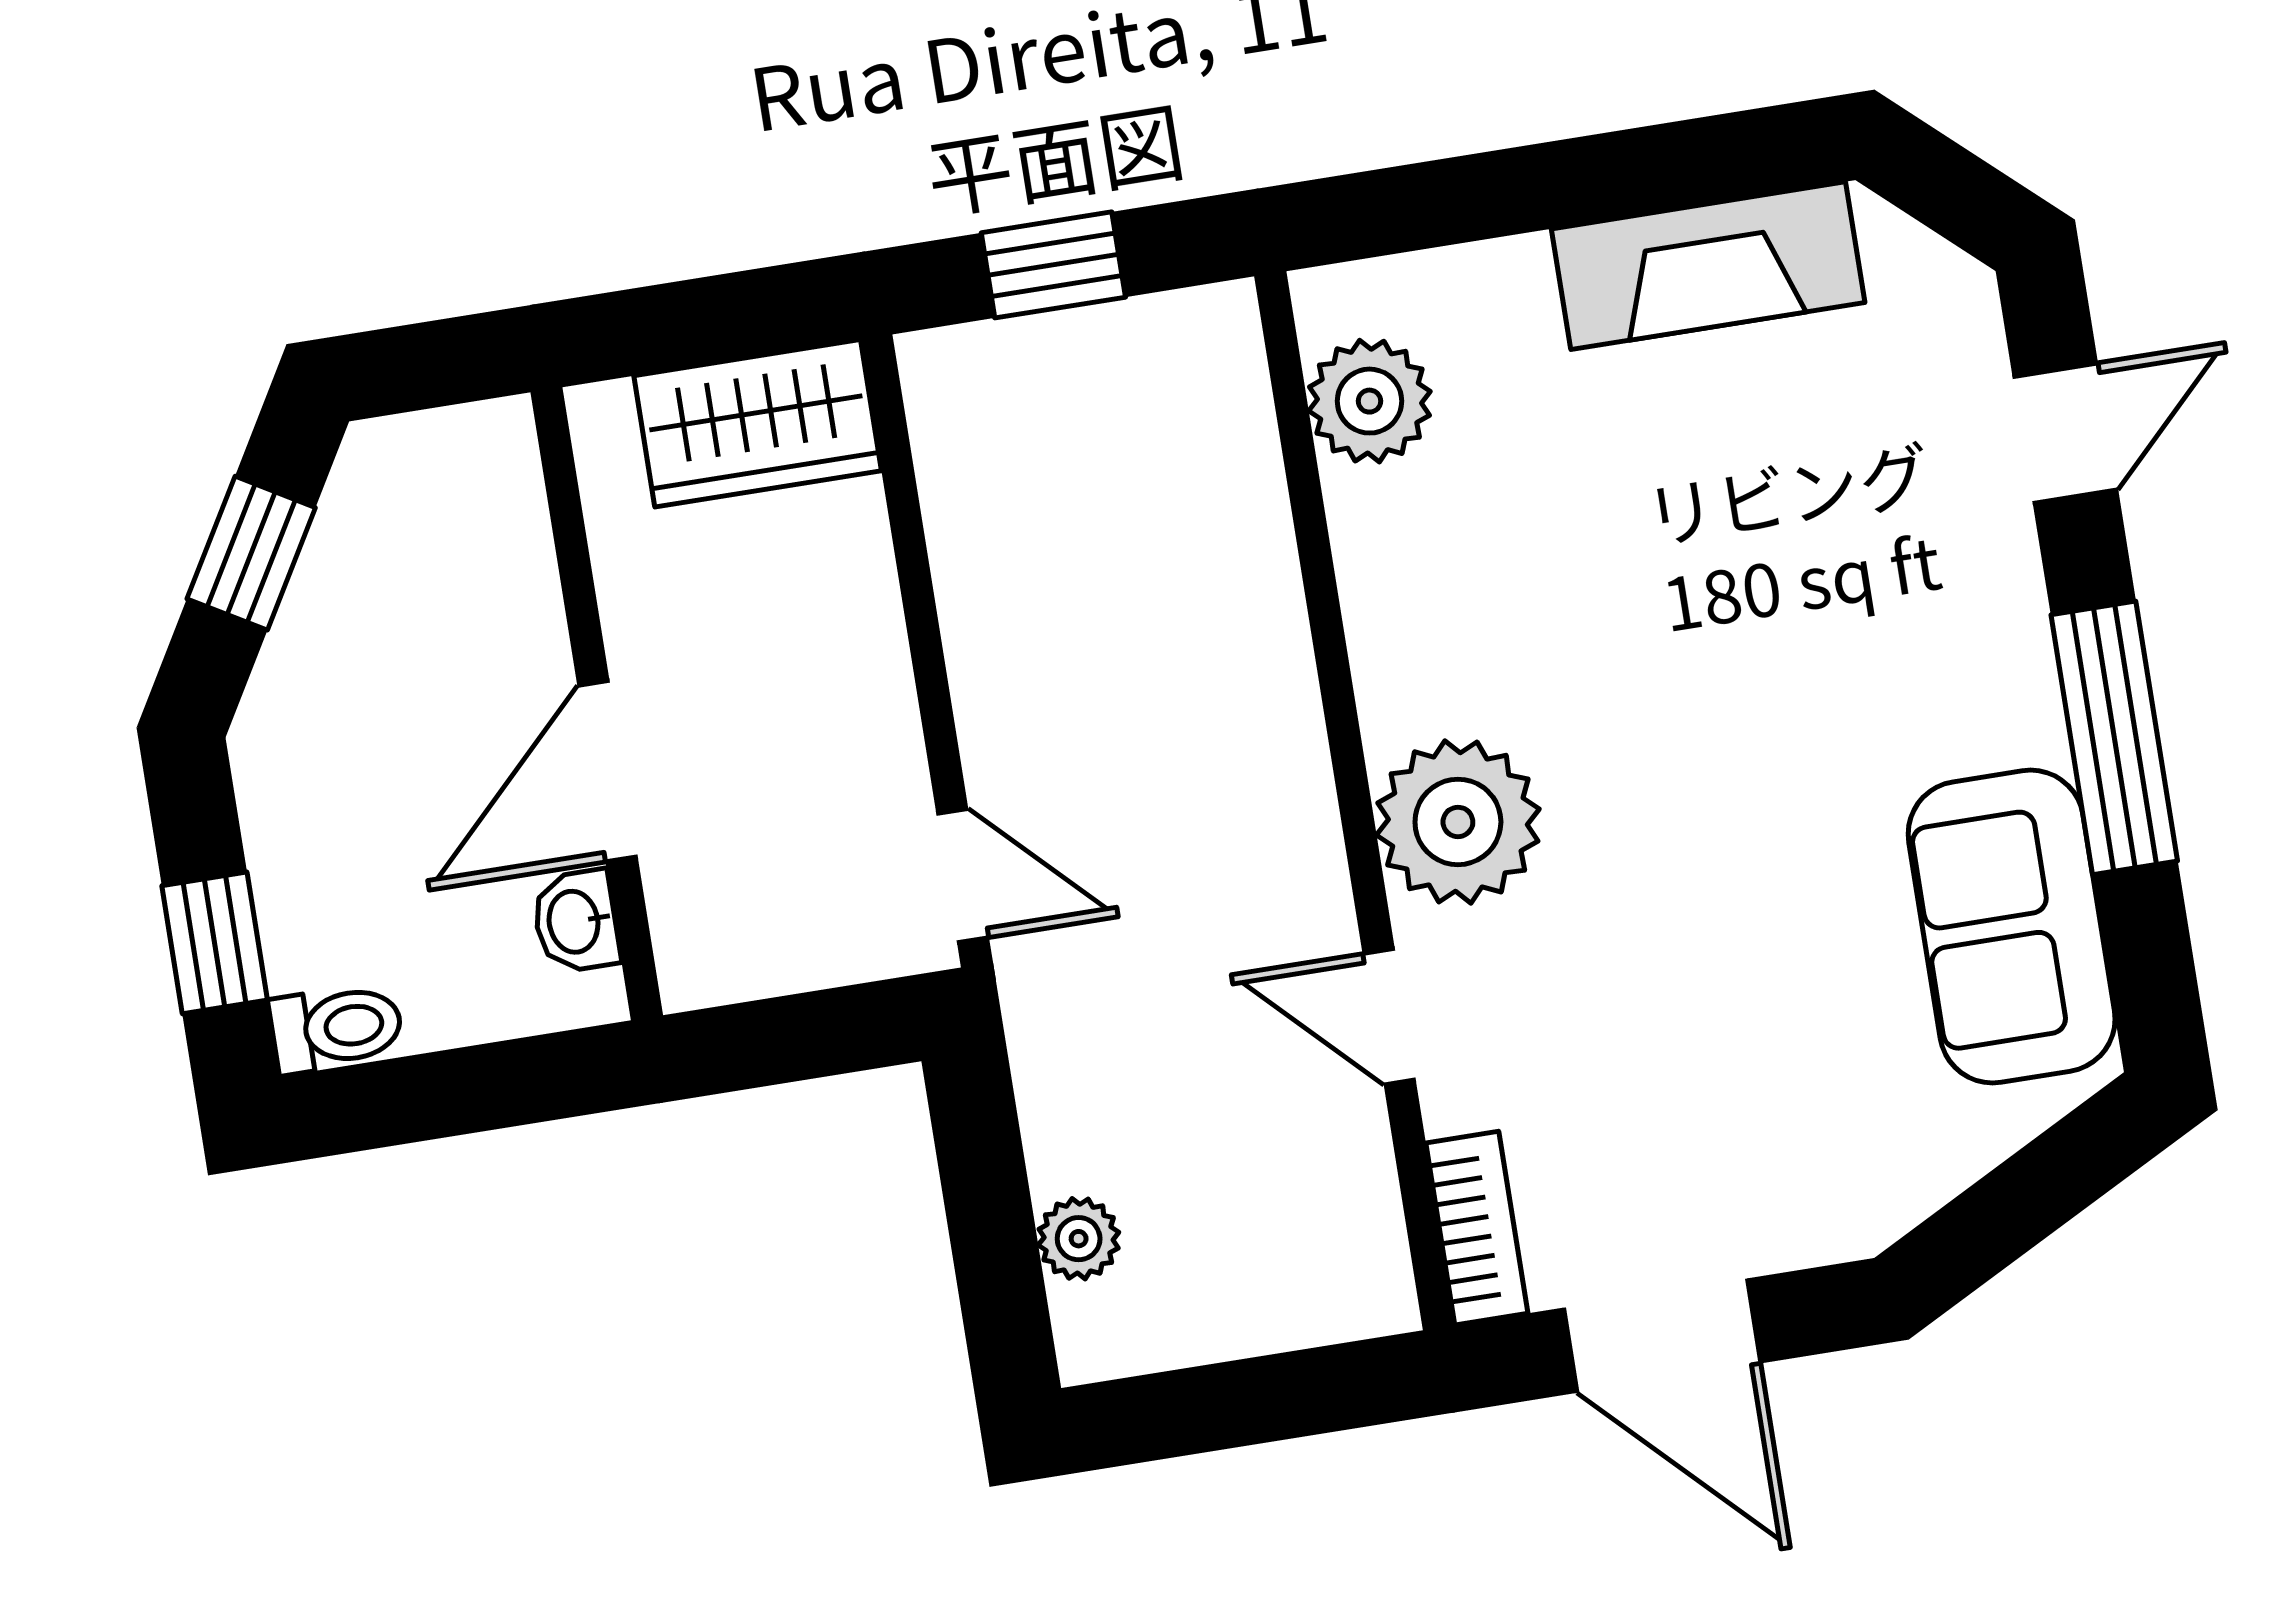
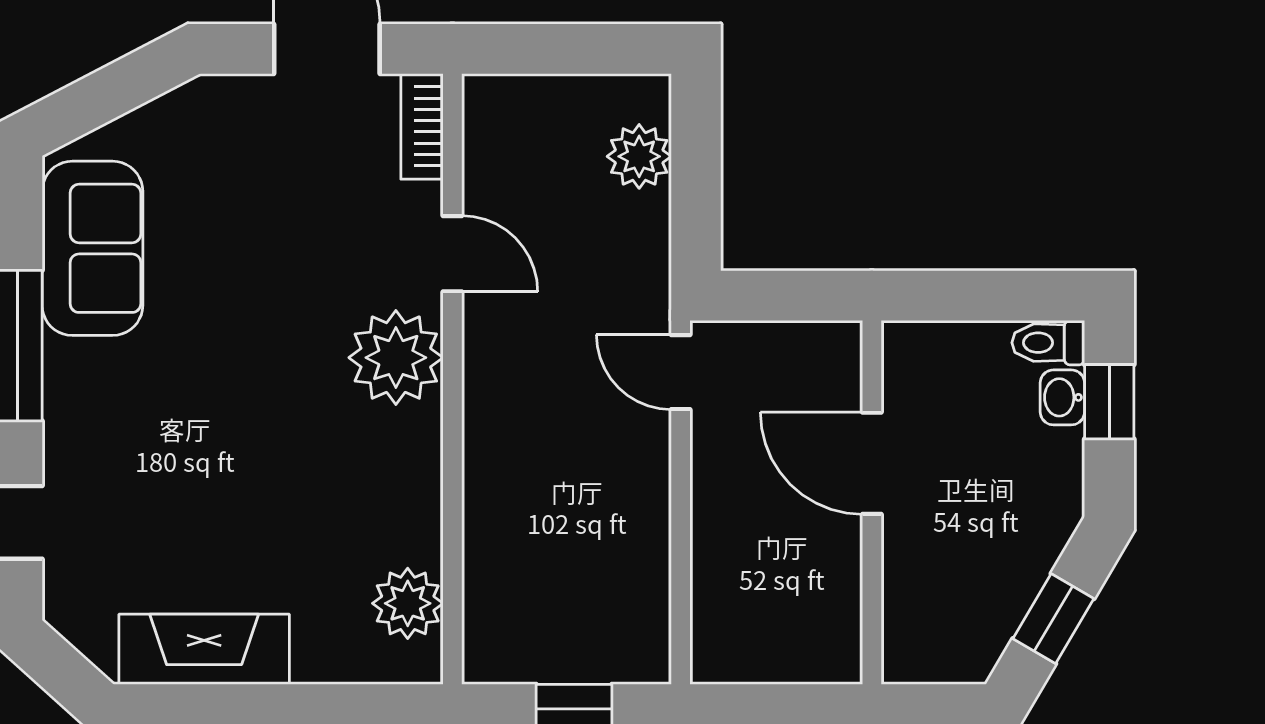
wardrobe: (758, 423) -> (755, 646), removed
door: (607, 771) -> (872, 463), swing flipped
washbasin: (576, 921) -> (1062, 397), moved, turned 180
plant: (1079, 1239) -> (639, 156), width x1.38, depth x1.38

